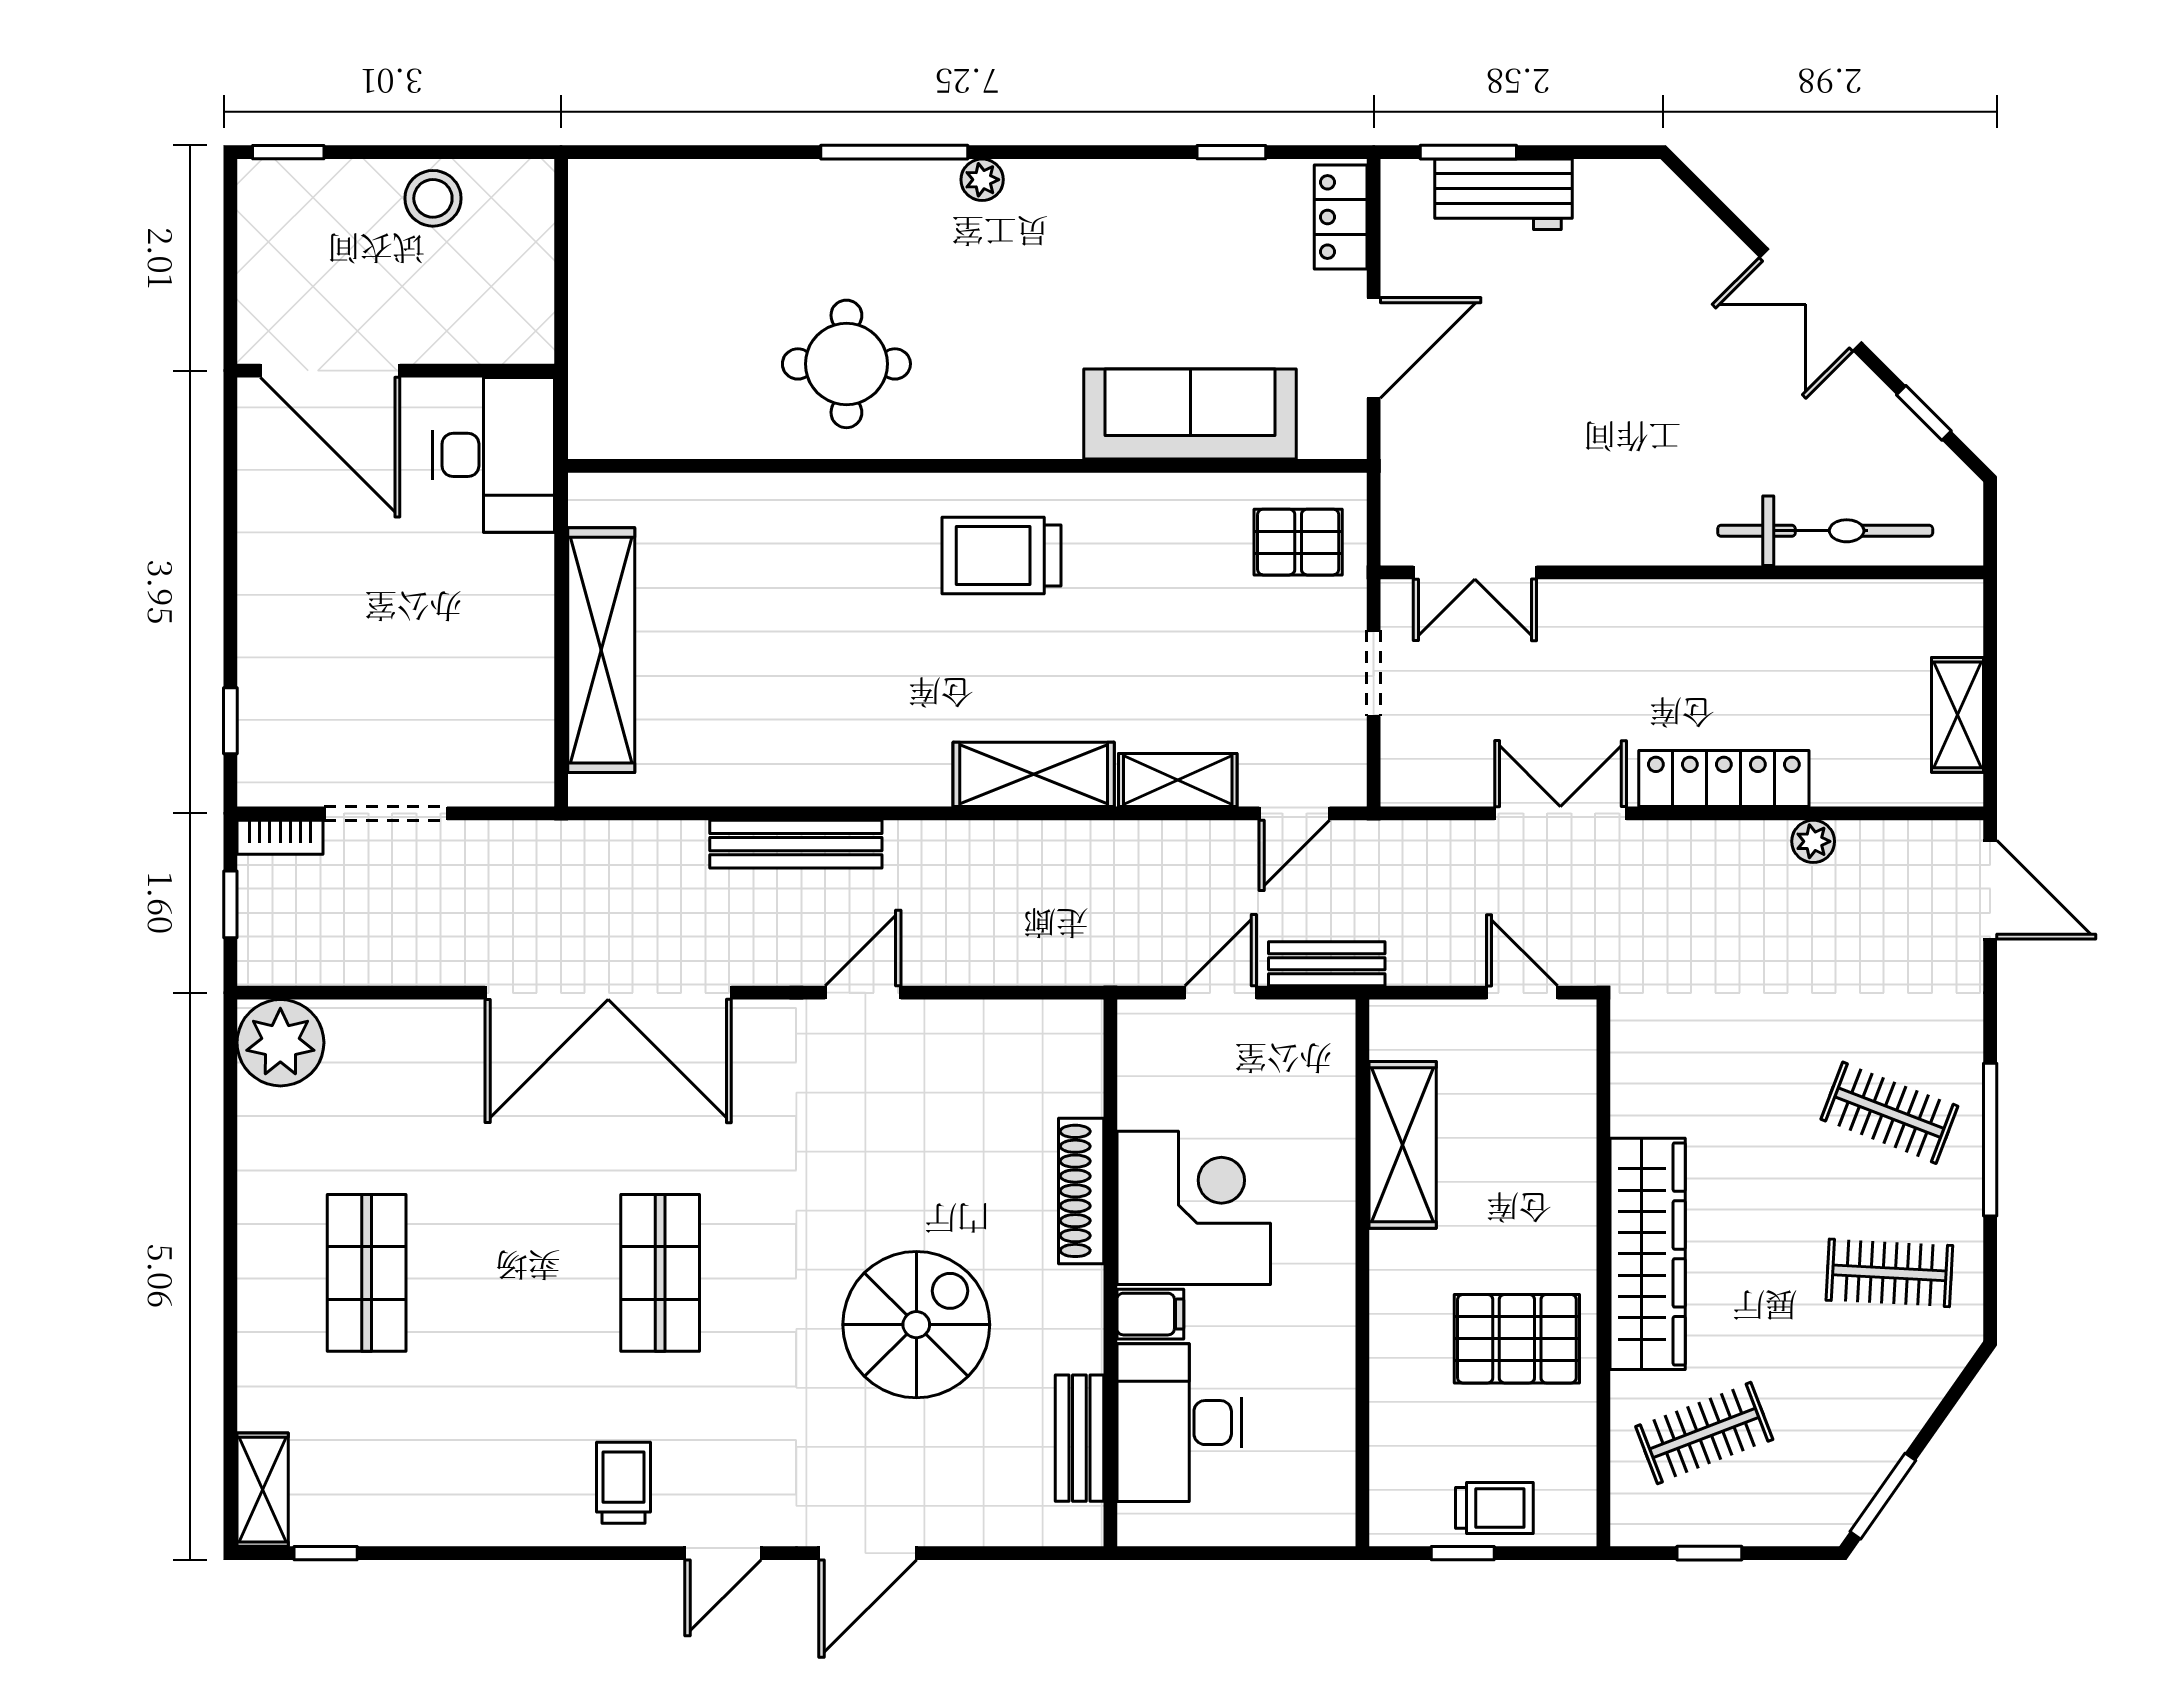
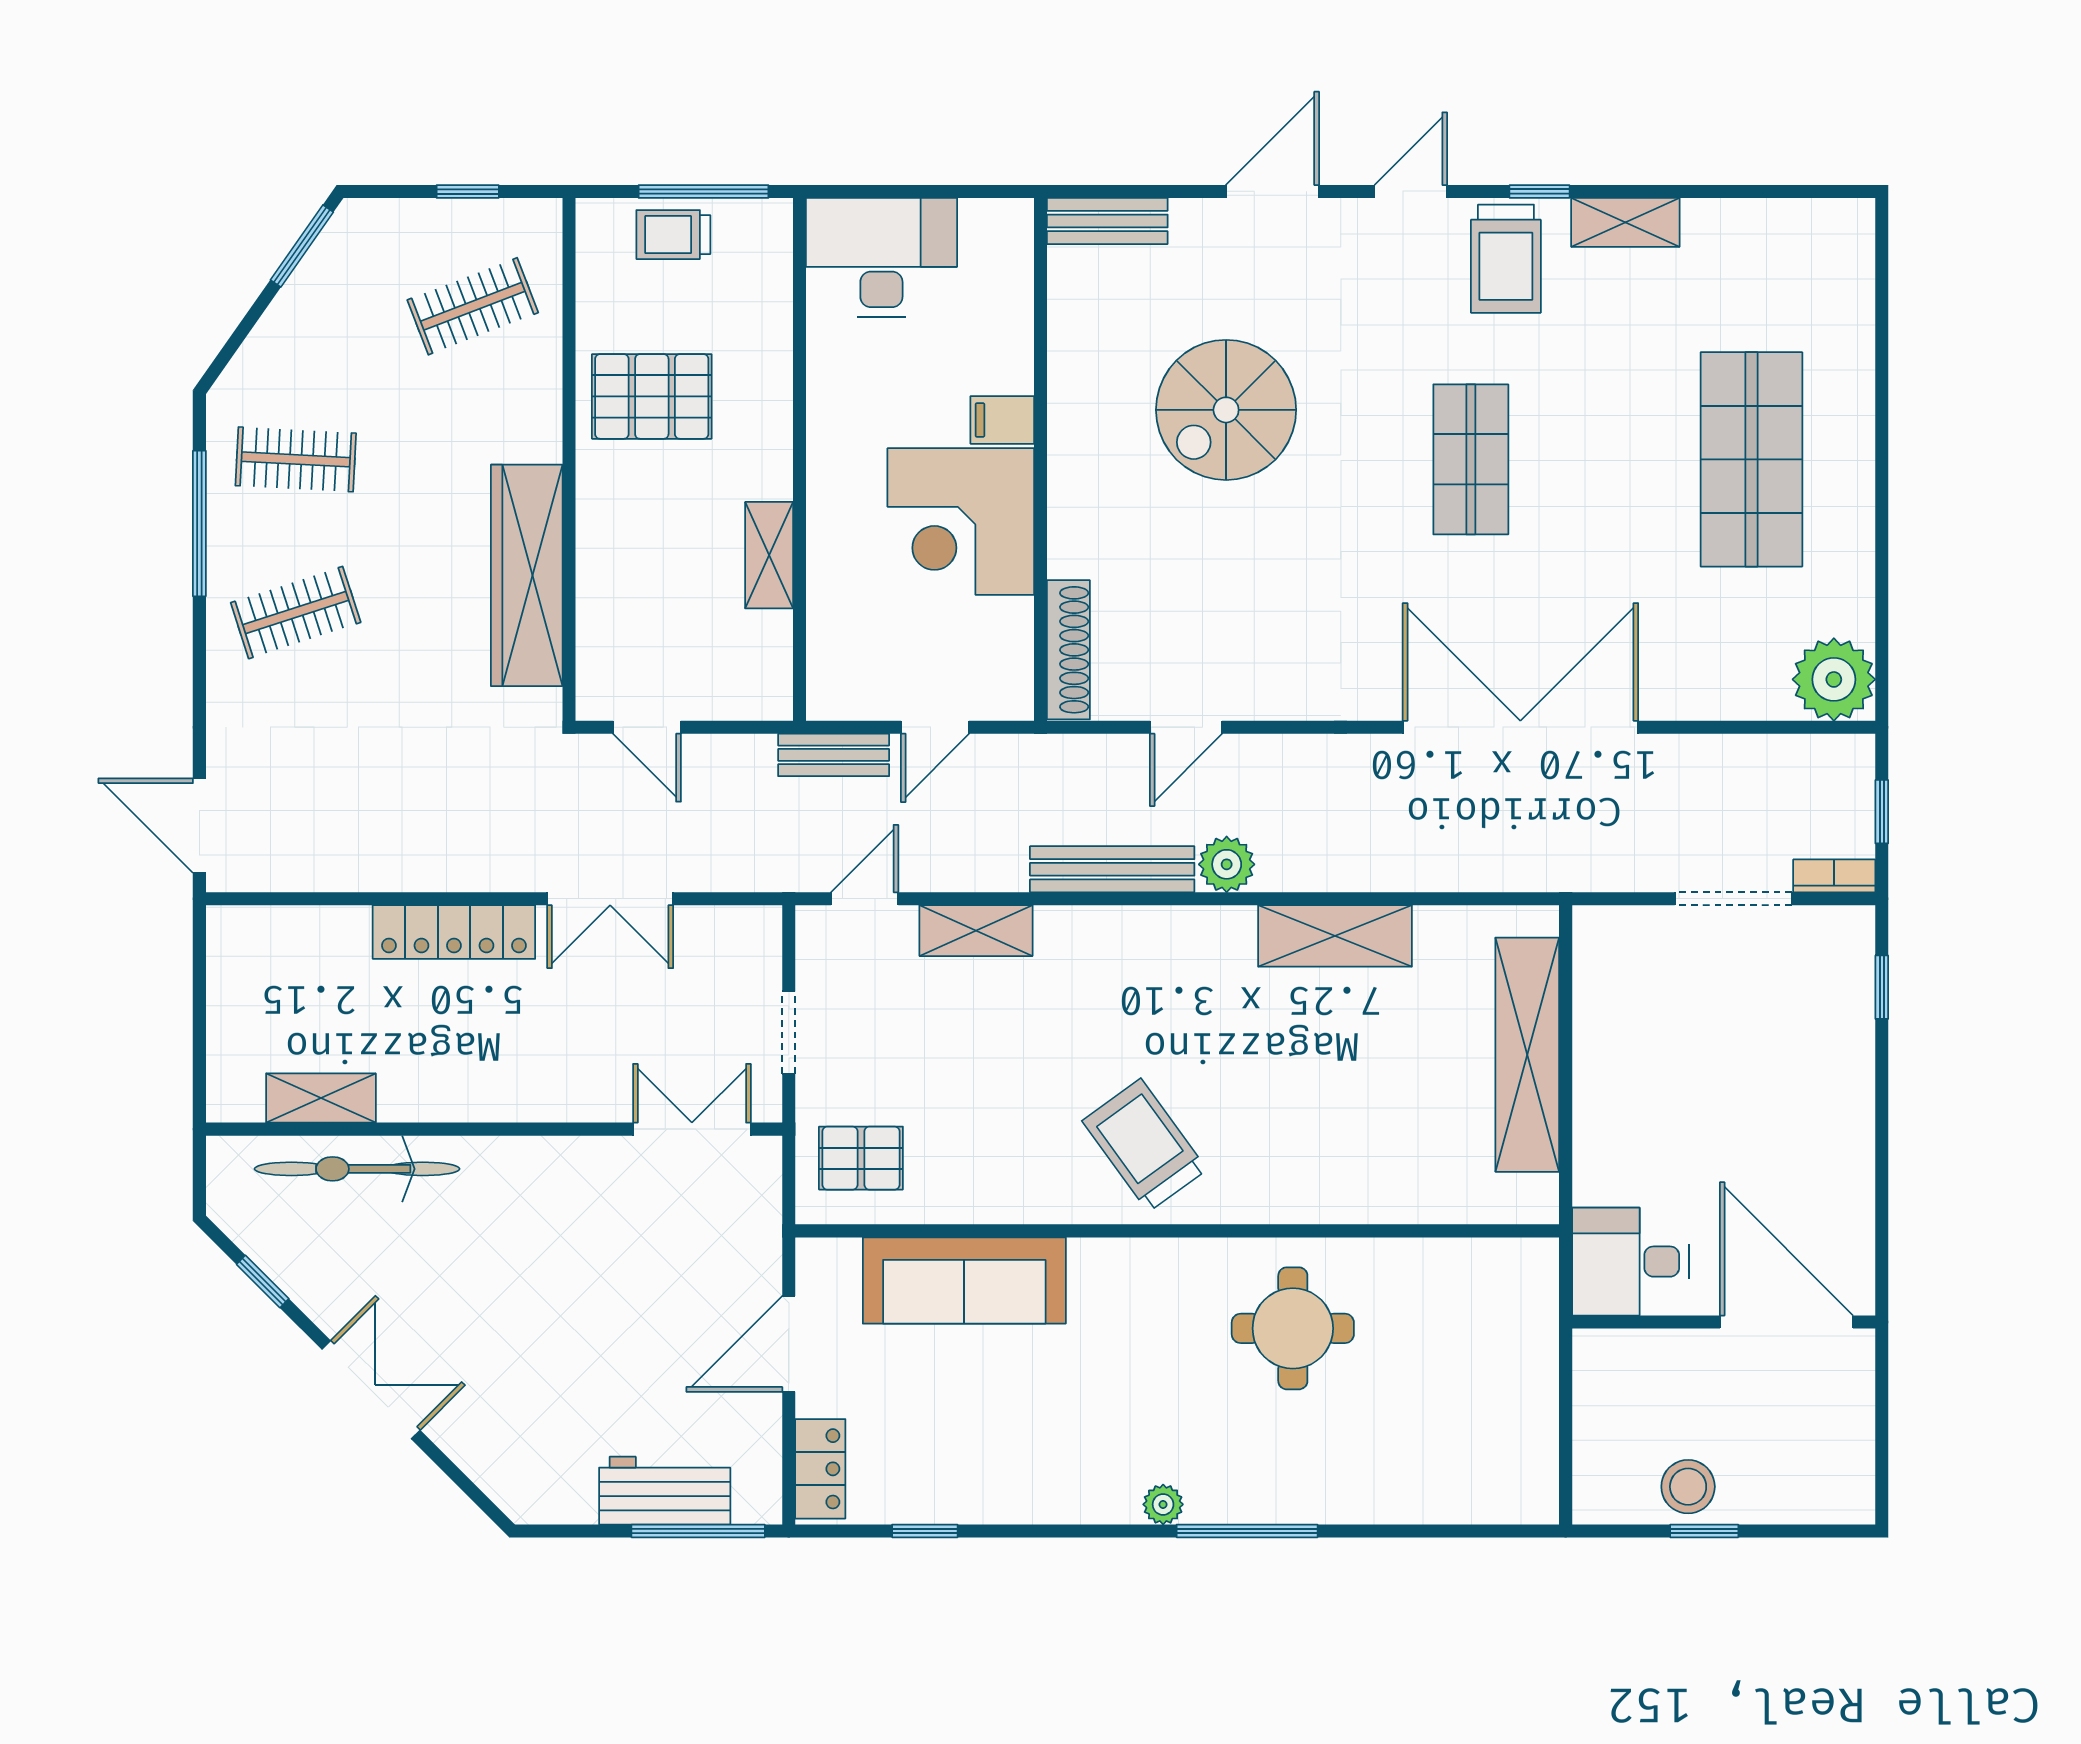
window: (288, 152) -> (1704, 1531), moved
window: (1468, 152) -> (698, 1531), width x1.44
desk: (493, 455) -> (1630, 1262), width x0.73
trolley: (1001, 556) -> (1145, 1145), turned -126
shelving: (1958, 715) -> (321, 1098), moved, turned 90
shelving: (1034, 774) -> (1335, 936), moved
plant: (1813, 841) -> (1227, 864), moved, width x1.38, depth x1.38
bench: (796, 844) -> (1112, 869), moved
door: (863, 993) -> (1186, 727), moved
clothes rail: (1889, 1113) -> (296, 613), turned -39
window: (1990, 1140) -> (199, 524), moved
shelving: (1403, 1145) -> (769, 555), width x0.67, depth x0.75
shoe rack: (1081, 1191) -> (1068, 650), moved
wardrobe: (1648, 1254) -> (527, 575), moved
shop shelf: (367, 1273) -> (1751, 459), width x1.43, depth x1.36
desk: (1179, 1423) -> (881, 257), moved, turned -90
bench: (1079, 1438) -> (1107, 221), moved, turned 90
trolley: (624, 1483) -> (1506, 259), width x1.36, depth x1.39
shelving: (263, 1490) -> (1625, 222), moved, turned 90
window: (326, 1553) -> (1540, 191), moved
window: (1463, 1553) -> (703, 191), width x2.17

